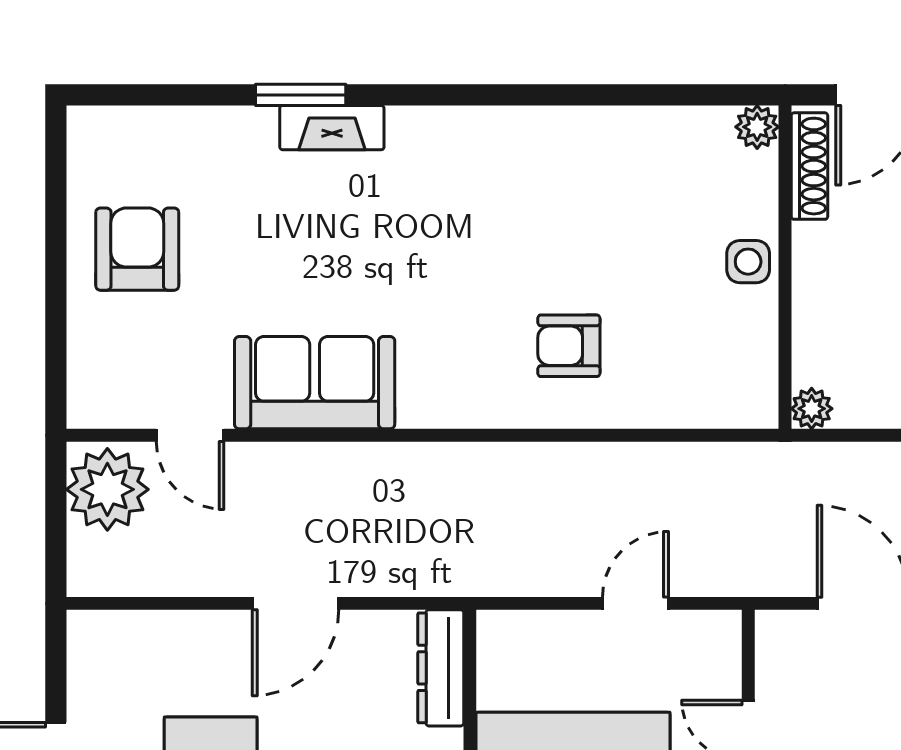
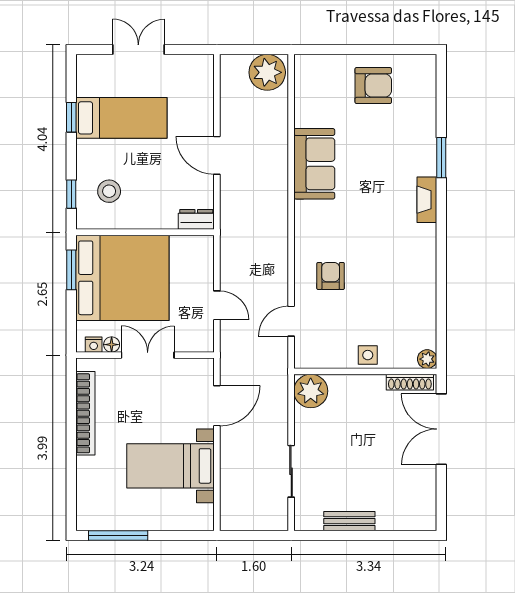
fireplace: (332, 128) -> (427, 200), moved
plant: (812, 409) -> (311, 391), width x1.88, depth x1.88
door: (190, 435) -> (291, 321), moved
dresser: (441, 668) -> (196, 219), width x0.70

